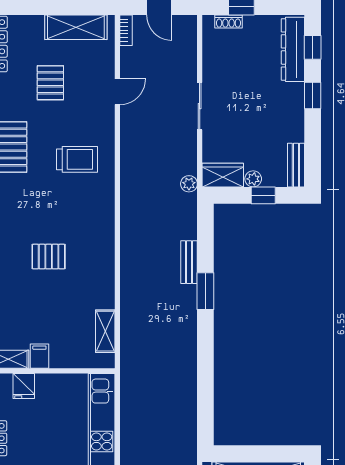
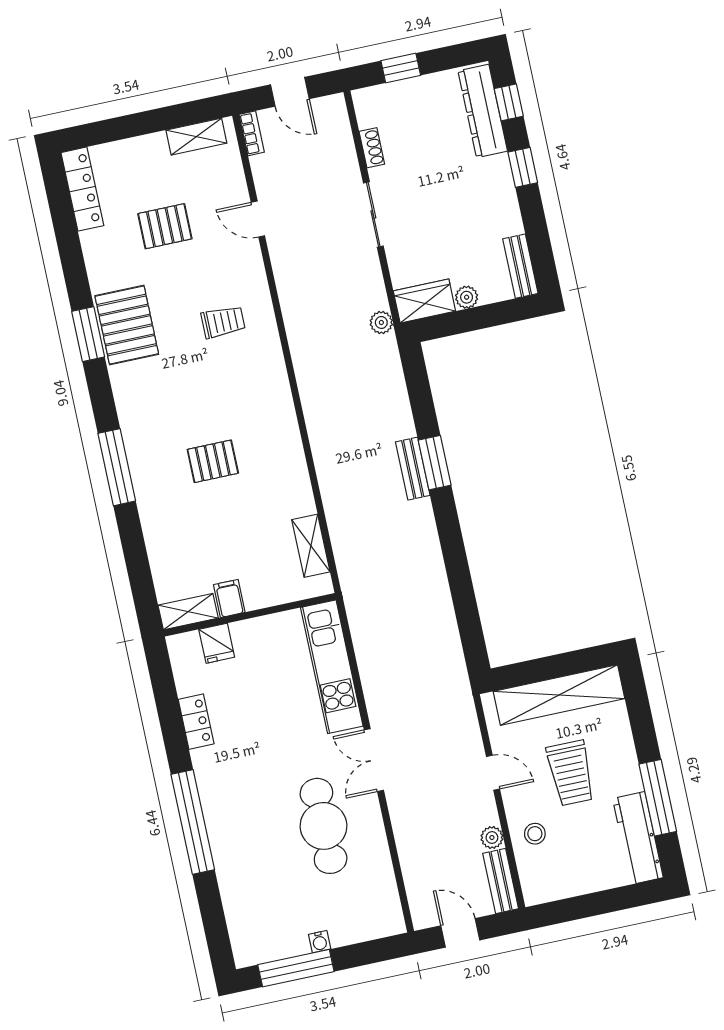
shoe rack: (228, 21) -> (372, 148), moved, turned -90
shelving: (76, 27) -> (196, 137), width x0.67, depth x0.75
pallet: (50, 83) -> (165, 226), turned 90
door: (117, 92) -> (258, 219), swing flipped
trolley: (77, 159) -> (223, 322), width x0.73, depth x0.72
window: (263, 195) -> (485, 316), removed
bench: (189, 262) -> (413, 469), moved

